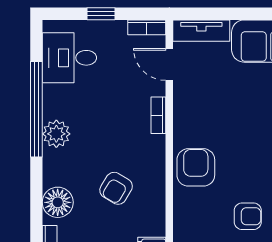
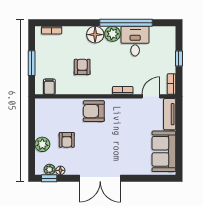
desk: (69, 58) -> (135, 41), moved
armchair: (196, 167) -> (94, 111), turned 180
armchair: (116, 188) -> (82, 67), turned 59
floor lamp: (58, 202) -> (95, 35), moved

